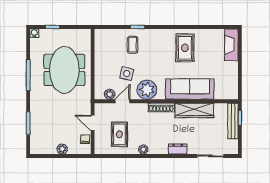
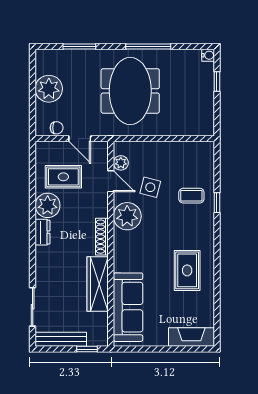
rug: (185, 48) -> (187, 270), turned 90
meeting table: (64, 70) -> (130, 91), moved, turned 90
sofa: (190, 89) -> (128, 307), moved
bench: (233, 121) -> (61, 339), moved
door: (93, 123) -> (80, 139), swing flipped
plant: (62, 149) -> (49, 89), width x1.87, depth x1.87
dresser: (178, 149) -> (43, 232), moved
plant: (143, 150) -> (48, 205), width x1.88, depth x1.88

